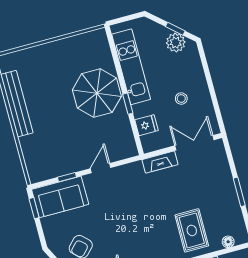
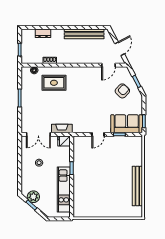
parasol: (97, 93) -> (88, 179), removed
fridge: (147, 125) -> (64, 141), moved
rug: (192, 230) -> (54, 83), turned 90

